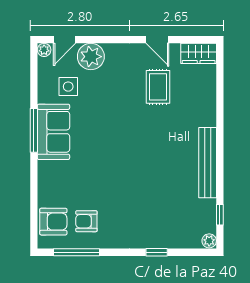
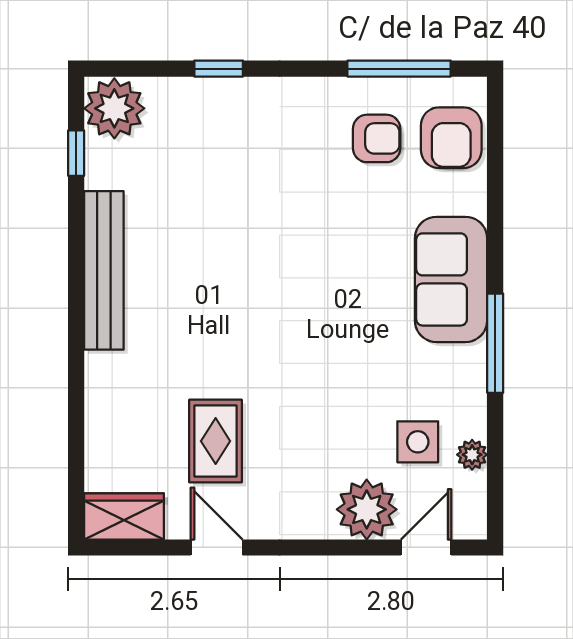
plant: (44, 50) -> (472, 455), moved
sofa: (53, 132) -> (451, 279), moved
armchair: (53, 222) -> (451, 138), turned -90
plant: (209, 241) -> (114, 108), width x1.88, depth x1.88

